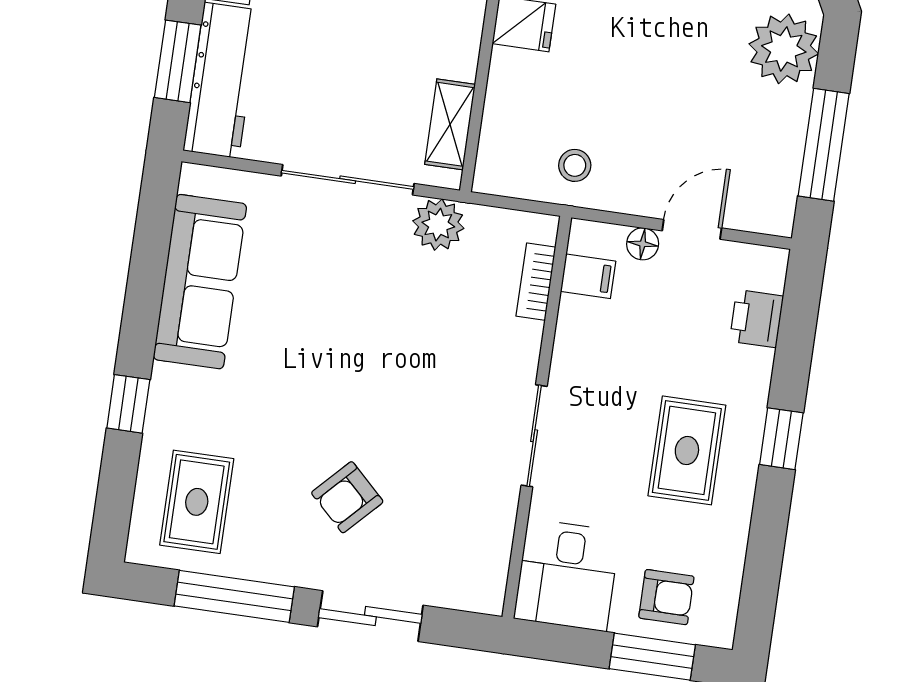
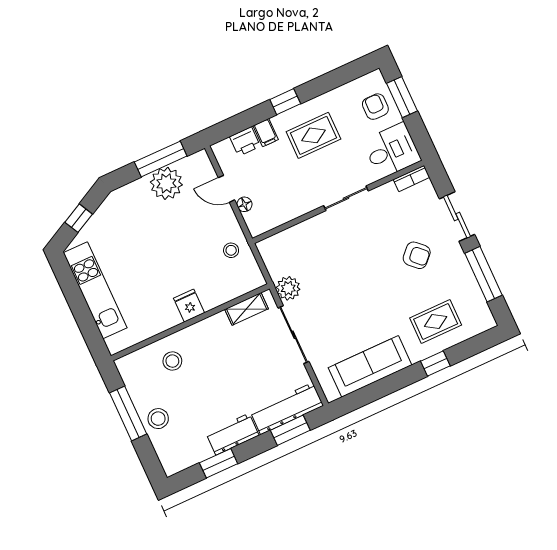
plant: (784, 49) -> (166, 183), moved
filing cabinet: (588, 276) -> (266, 133), moved, turned 180
bookcase: (536, 282) -> (412, 178), moved
rug: (197, 502) -> (436, 321), moved

